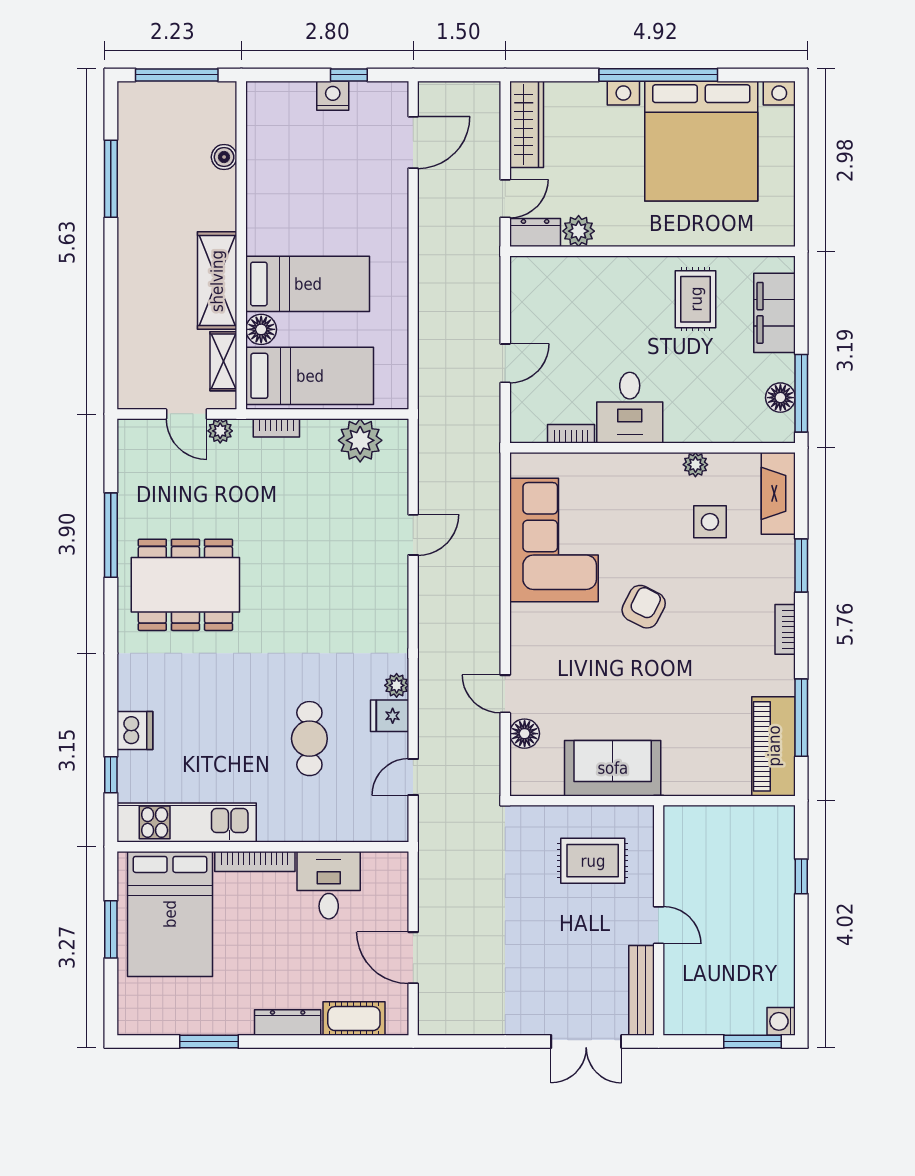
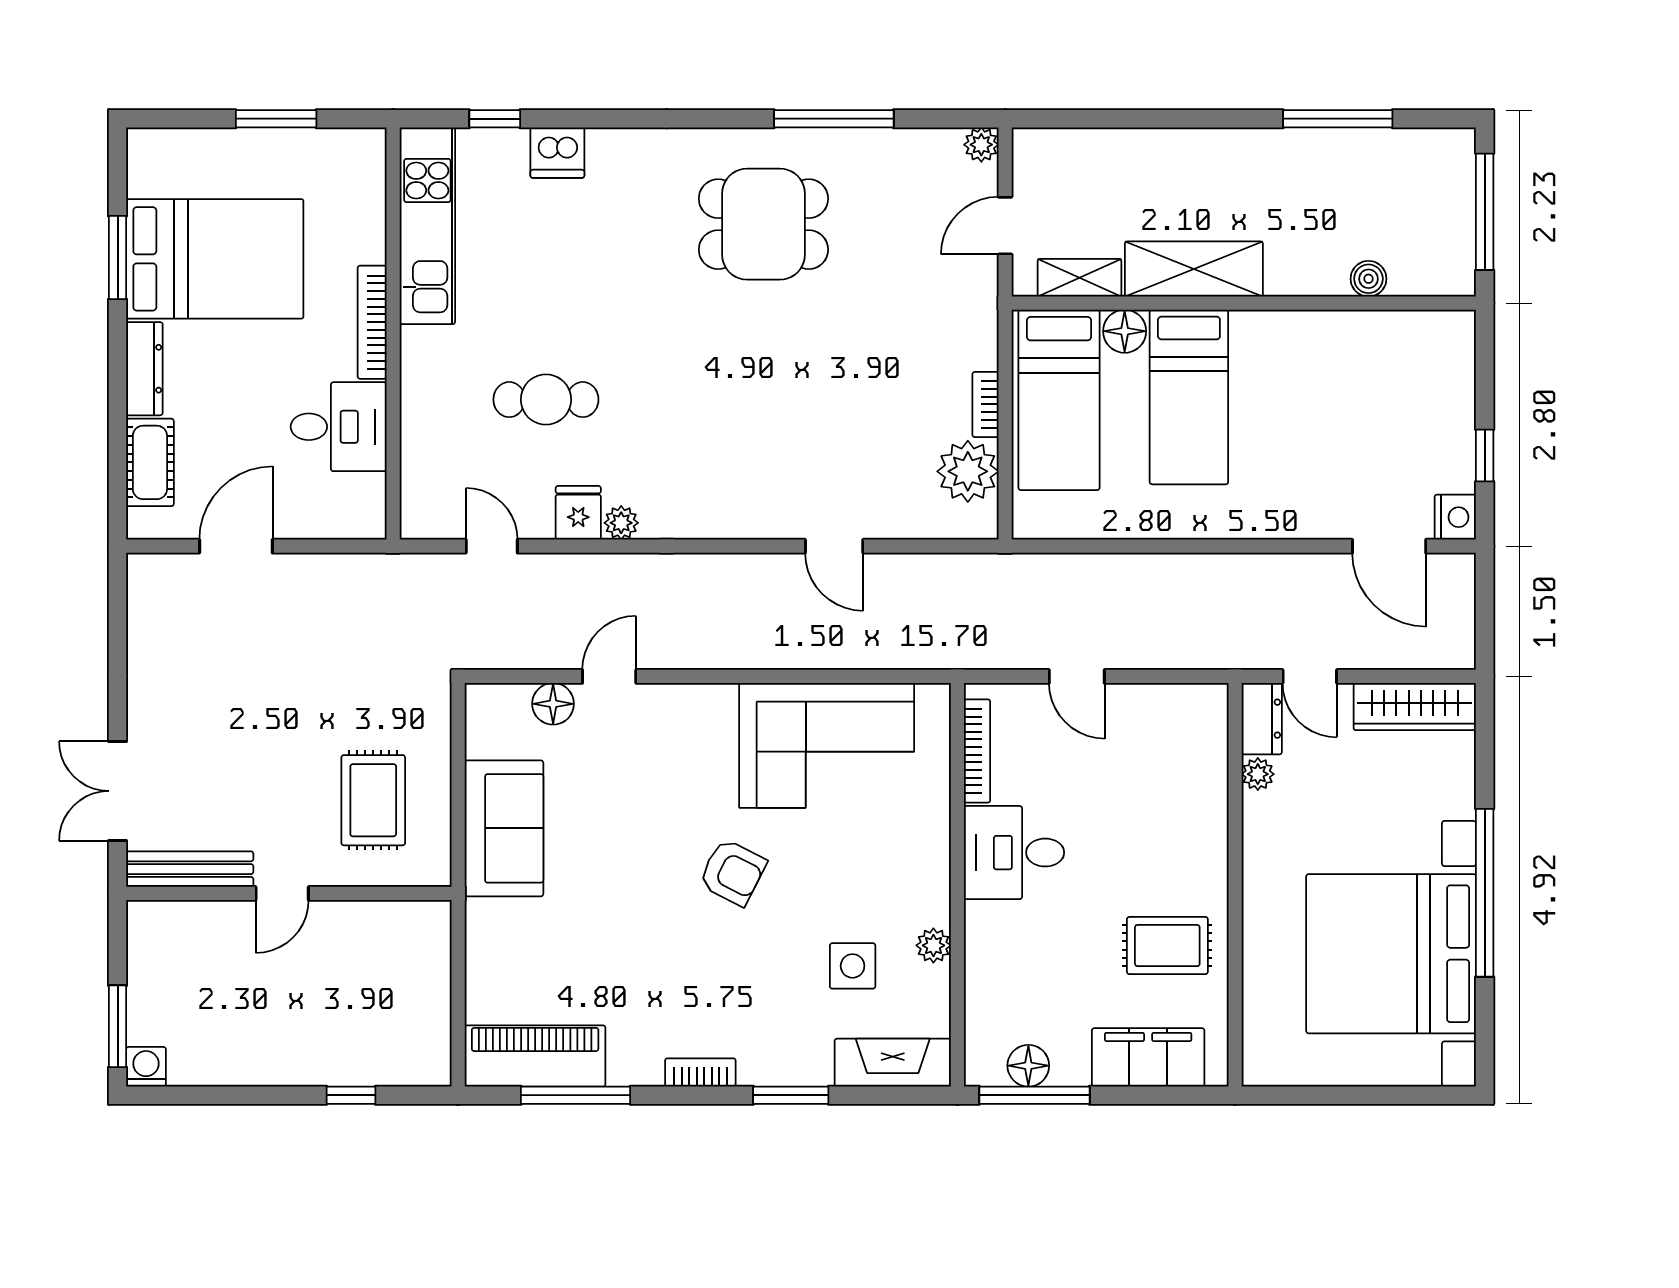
nightstand: (333, 96) -> (1455, 517), moved
plant: (579, 231) -> (1258, 774), width x0.73, depth x0.73
bookcase: (276, 428) -> (986, 404), moved
plant: (220, 431) -> (981, 145), moved
bookcase: (571, 434) -> (977, 751), width x1.56
dining table: (185, 585) -> (763, 224), width x0.73
bed: (170, 914) -> (215, 259), moved, turned 180

